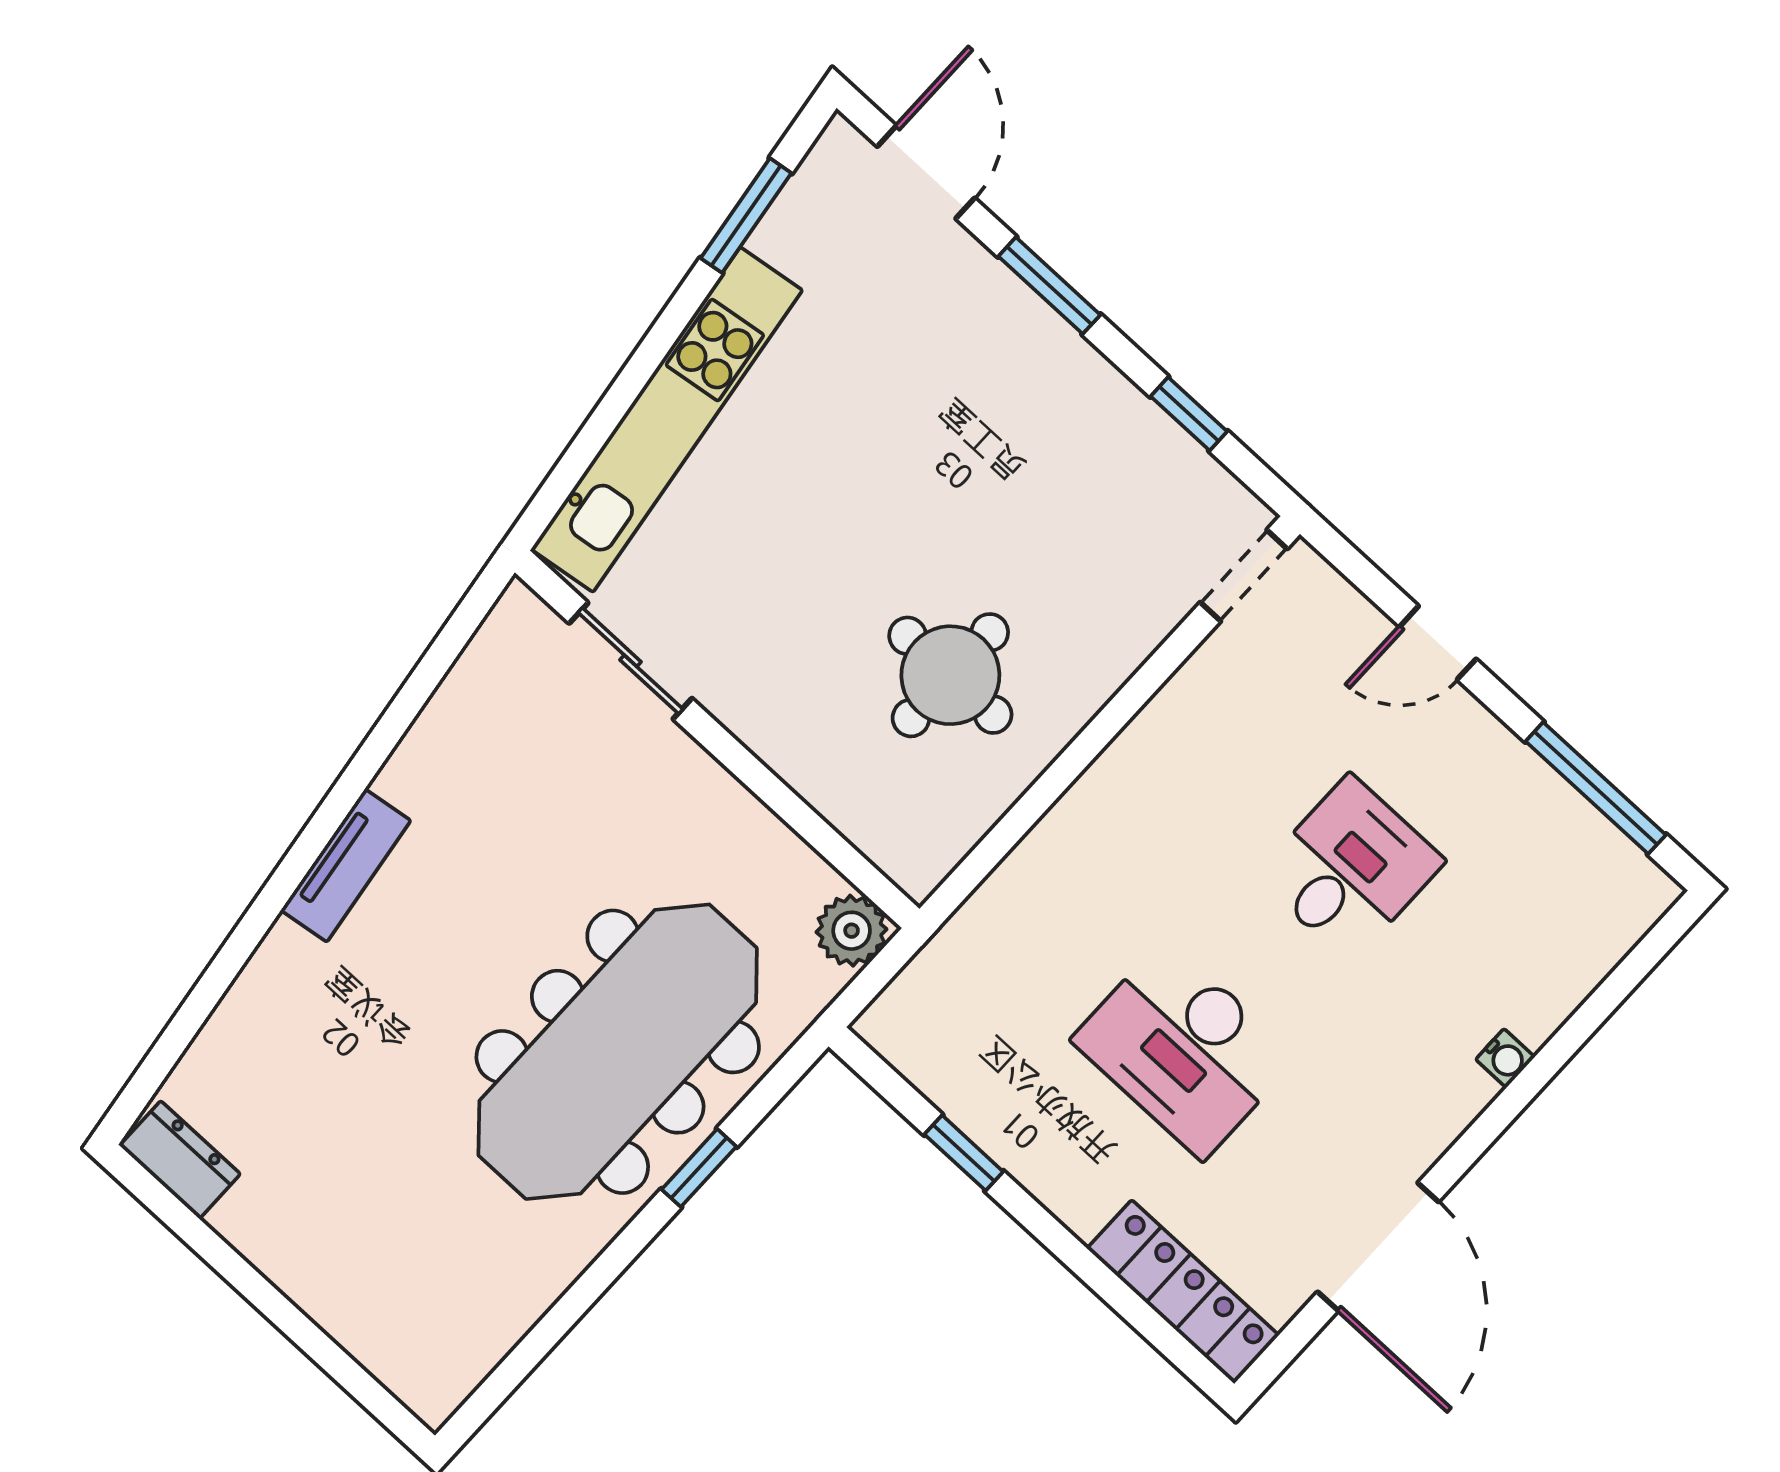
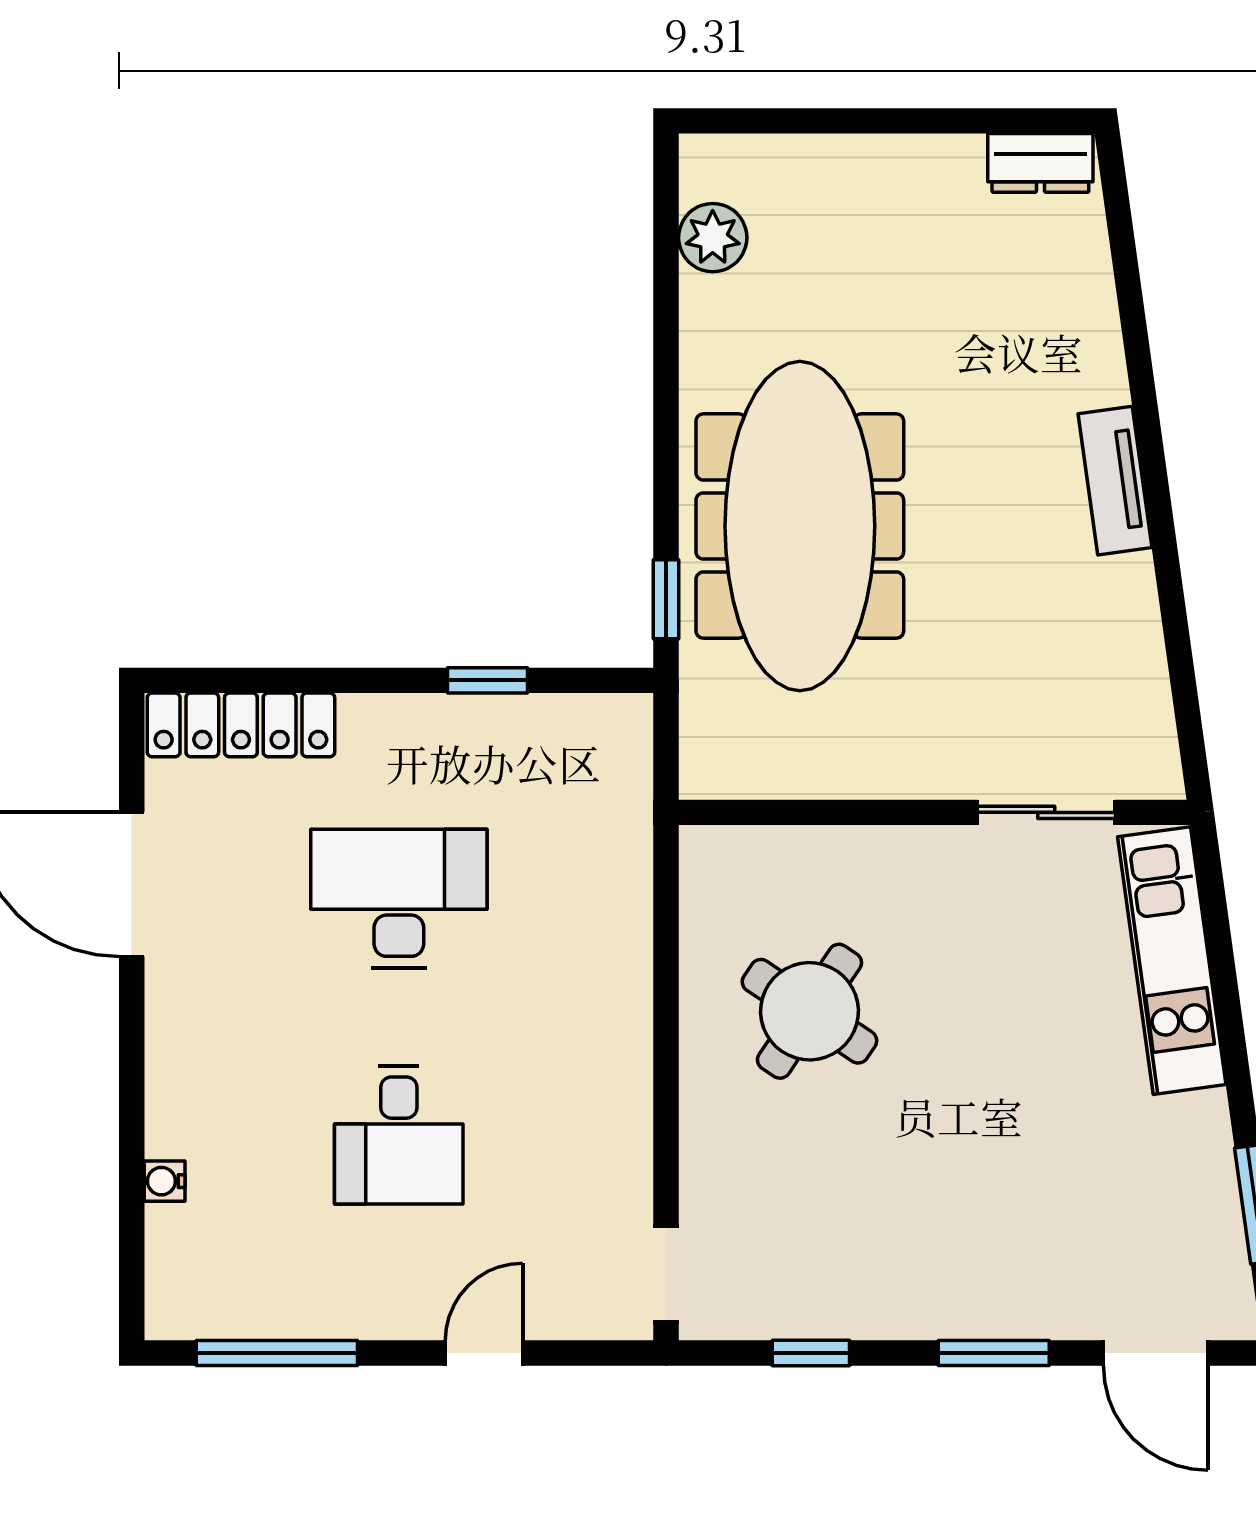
kitchen unit: (667, 420) -> (1172, 961), width x0.73
round table: (950, 675) -> (809, 1011), turned 34
plant: (852, 931) -> (713, 238), moved
water cooler: (1505, 1058) -> (165, 1181), moved
window: (699, 1168) -> (666, 599), moved

